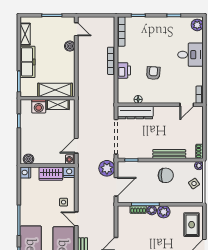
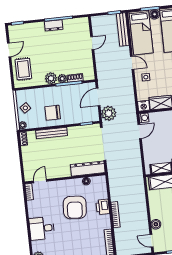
armchair: (153, 73) -> (75, 207), width x1.88, depth x1.88

